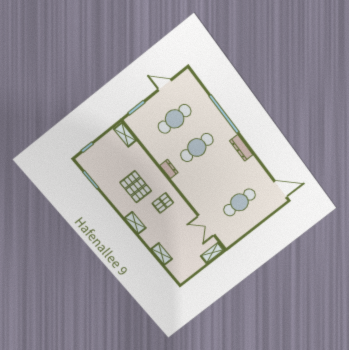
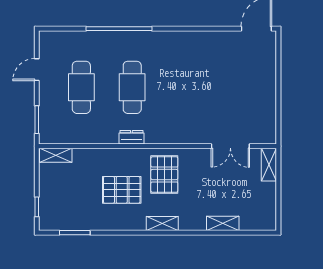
dresser: (241, 148) -> (172, 38), removed
cafe table: (239, 202) -> (234, 87), removed
pallet: (163, 203) -> (164, 175), width x1.50, depth x1.42

